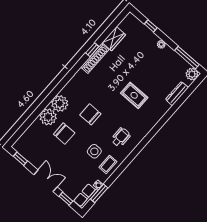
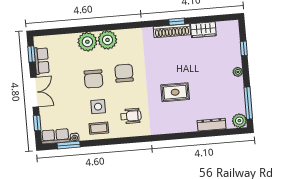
rug: (134, 95) -> (175, 92), turned 90
chair: (64, 134) -> (94, 79), moved
row of seats: (31, 157) -> (42, 61), added

